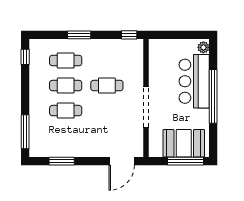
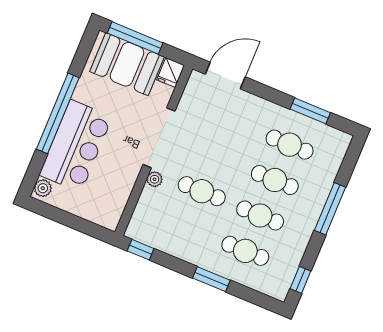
plant: (138, 81) -> (155, 179), added
window: (25, 132) -> (330, 209), moved
cafe table: (66, 136) -> (290, 145), added
fridge: (155, 149) -> (171, 73), added

